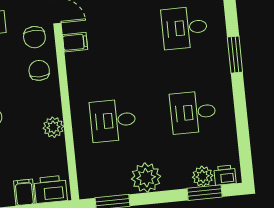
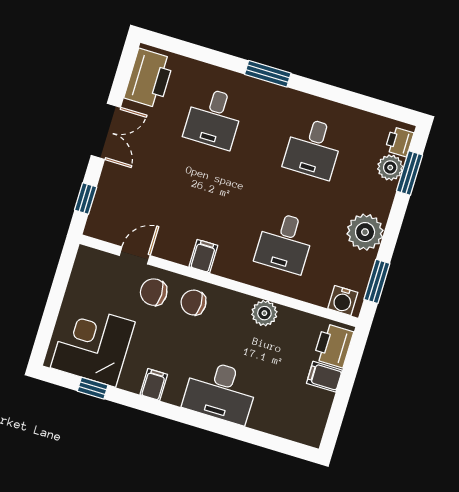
chair: (34, 37) -> (154, 292), turned 180
filing cabinet: (75, 42) -> (203, 256), moved
water cooler: (88, 182) -> (343, 301), added

